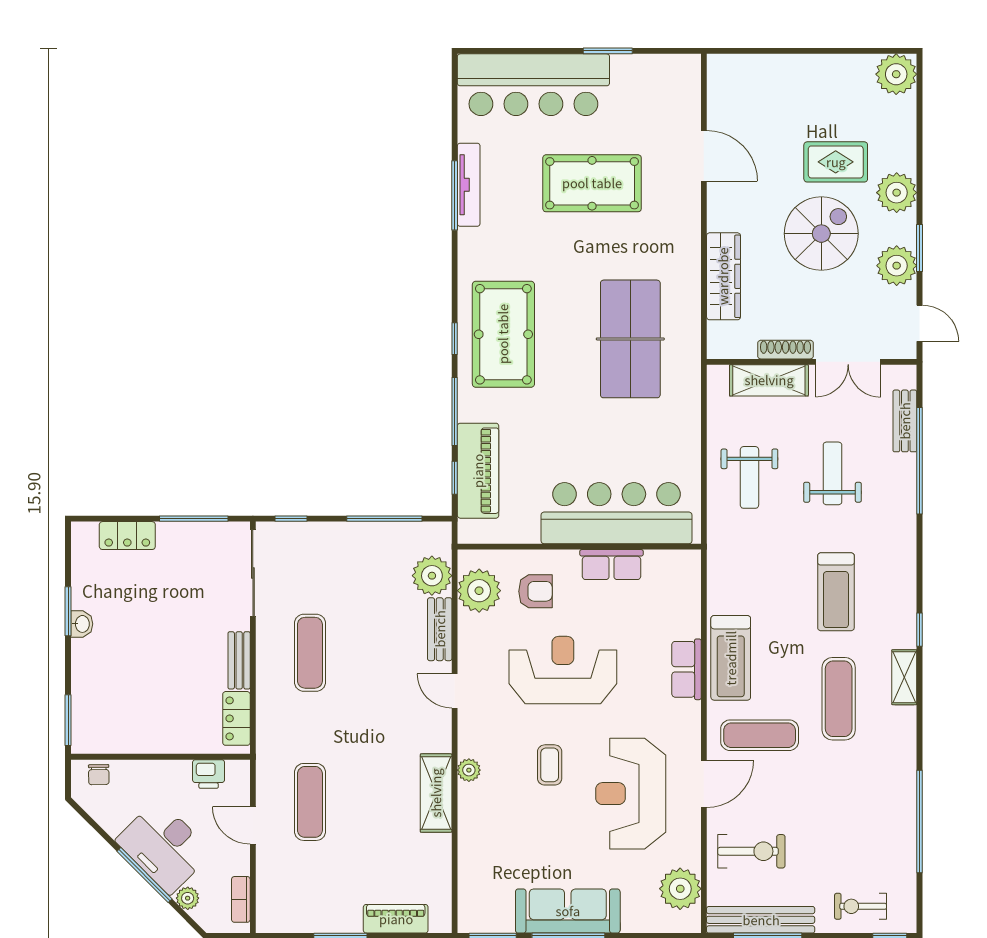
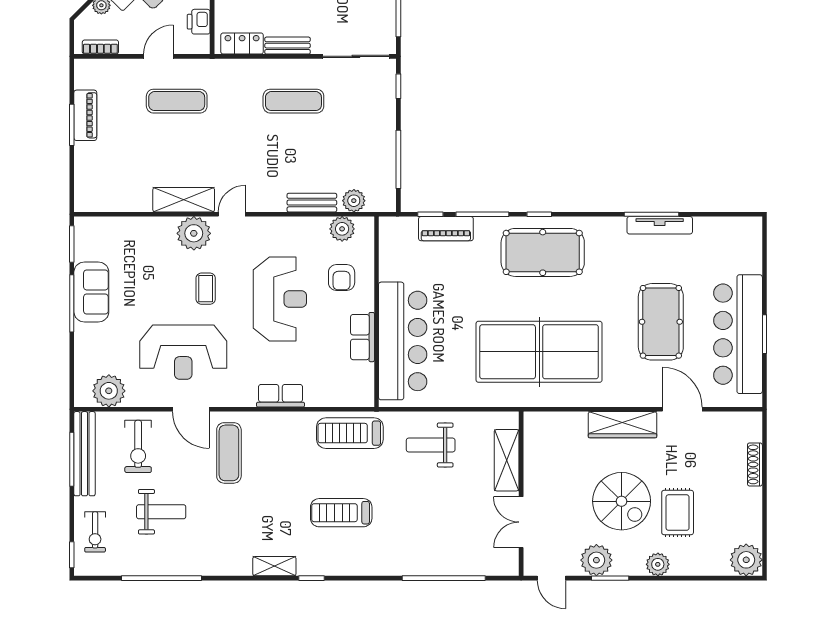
bar counter: (533, 85) -> (738, 334), moved
door: (704, 156) -> (682, 409), swing flipped
plant: (897, 193) -> (658, 564), width x0.73, depth x0.73
wardrobe: (723, 276) -> (623, 425), moved
door: (919, 323) -> (551, 578), hinge flipped
table tennis table: (630, 339) -> (539, 352), width x1.36, depth x1.32
shoe rack: (786, 350) -> (755, 464), moved, turned 180
bench: (905, 421) -> (475, 567), removed
piano: (478, 471) -> (446, 229), width x0.73, depth x0.75
weight bench: (832, 473) -> (161, 512), moved
plant: (432, 576) -> (354, 201), width x0.73, depth x0.73
plant: (479, 591) -> (342, 229), width x0.73, depth x0.73
treadmill: (731, 658) -> (350, 433), moved
door: (455, 691) -> (232, 214), moved
exercise mat: (839, 699) -> (257, 515), removed
coffee table: (550, 765) -> (206, 289), turned 90
plant: (469, 770) -> (194, 233), width x1.87, depth x1.87
reception desk: (631, 794) -> (183, 352), turned 180
exercise bike: (861, 906) -> (95, 532), turned 180
sofa: (568, 911) -> (91, 292), width x0.73
piano: (396, 919) -> (85, 115), moved

